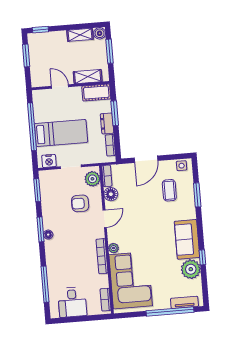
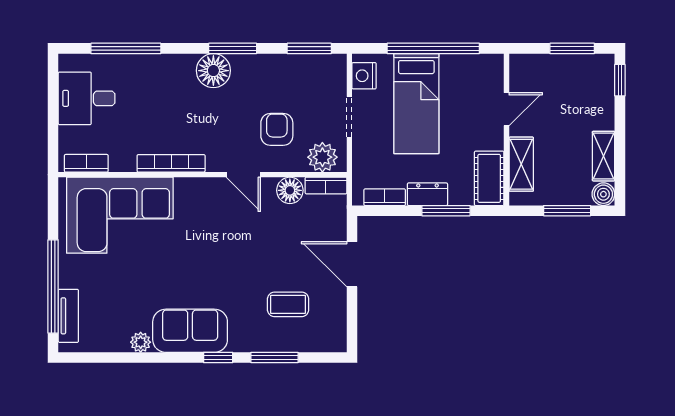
side table: (182, 166) -> (334, 332), removed
floor lamp: (48, 235) -> (213, 71), width x1.89, depth x1.89
plant: (114, 248) -> (185, 187), removed
window: (202, 257) -> (218, 358), moved
plant: (191, 269) -> (141, 342), width x0.53, depth x0.53

